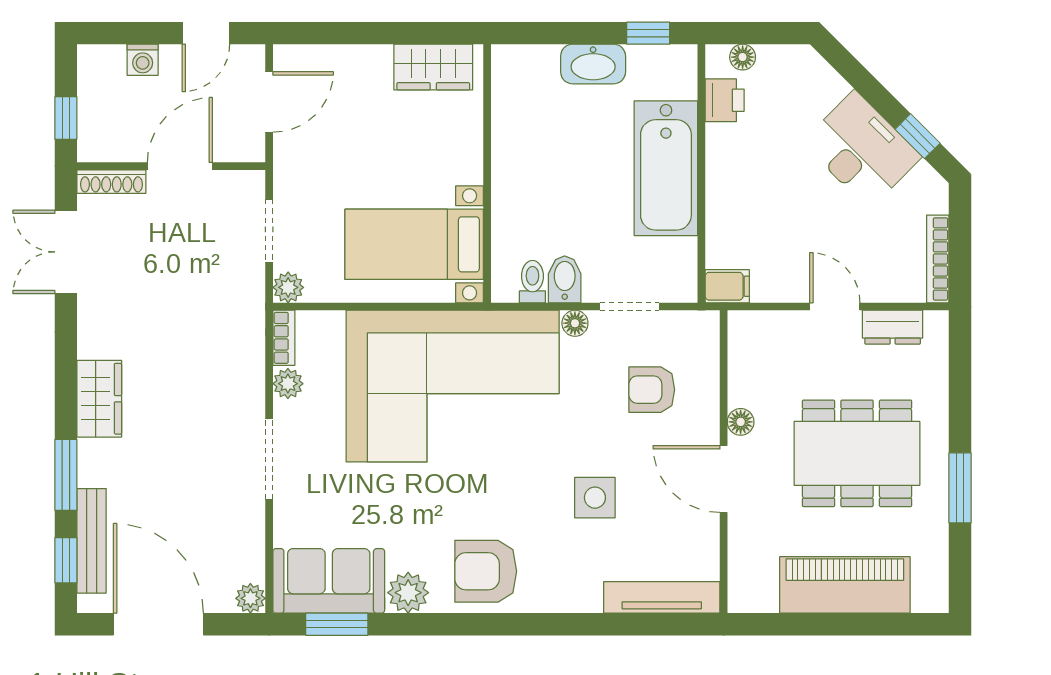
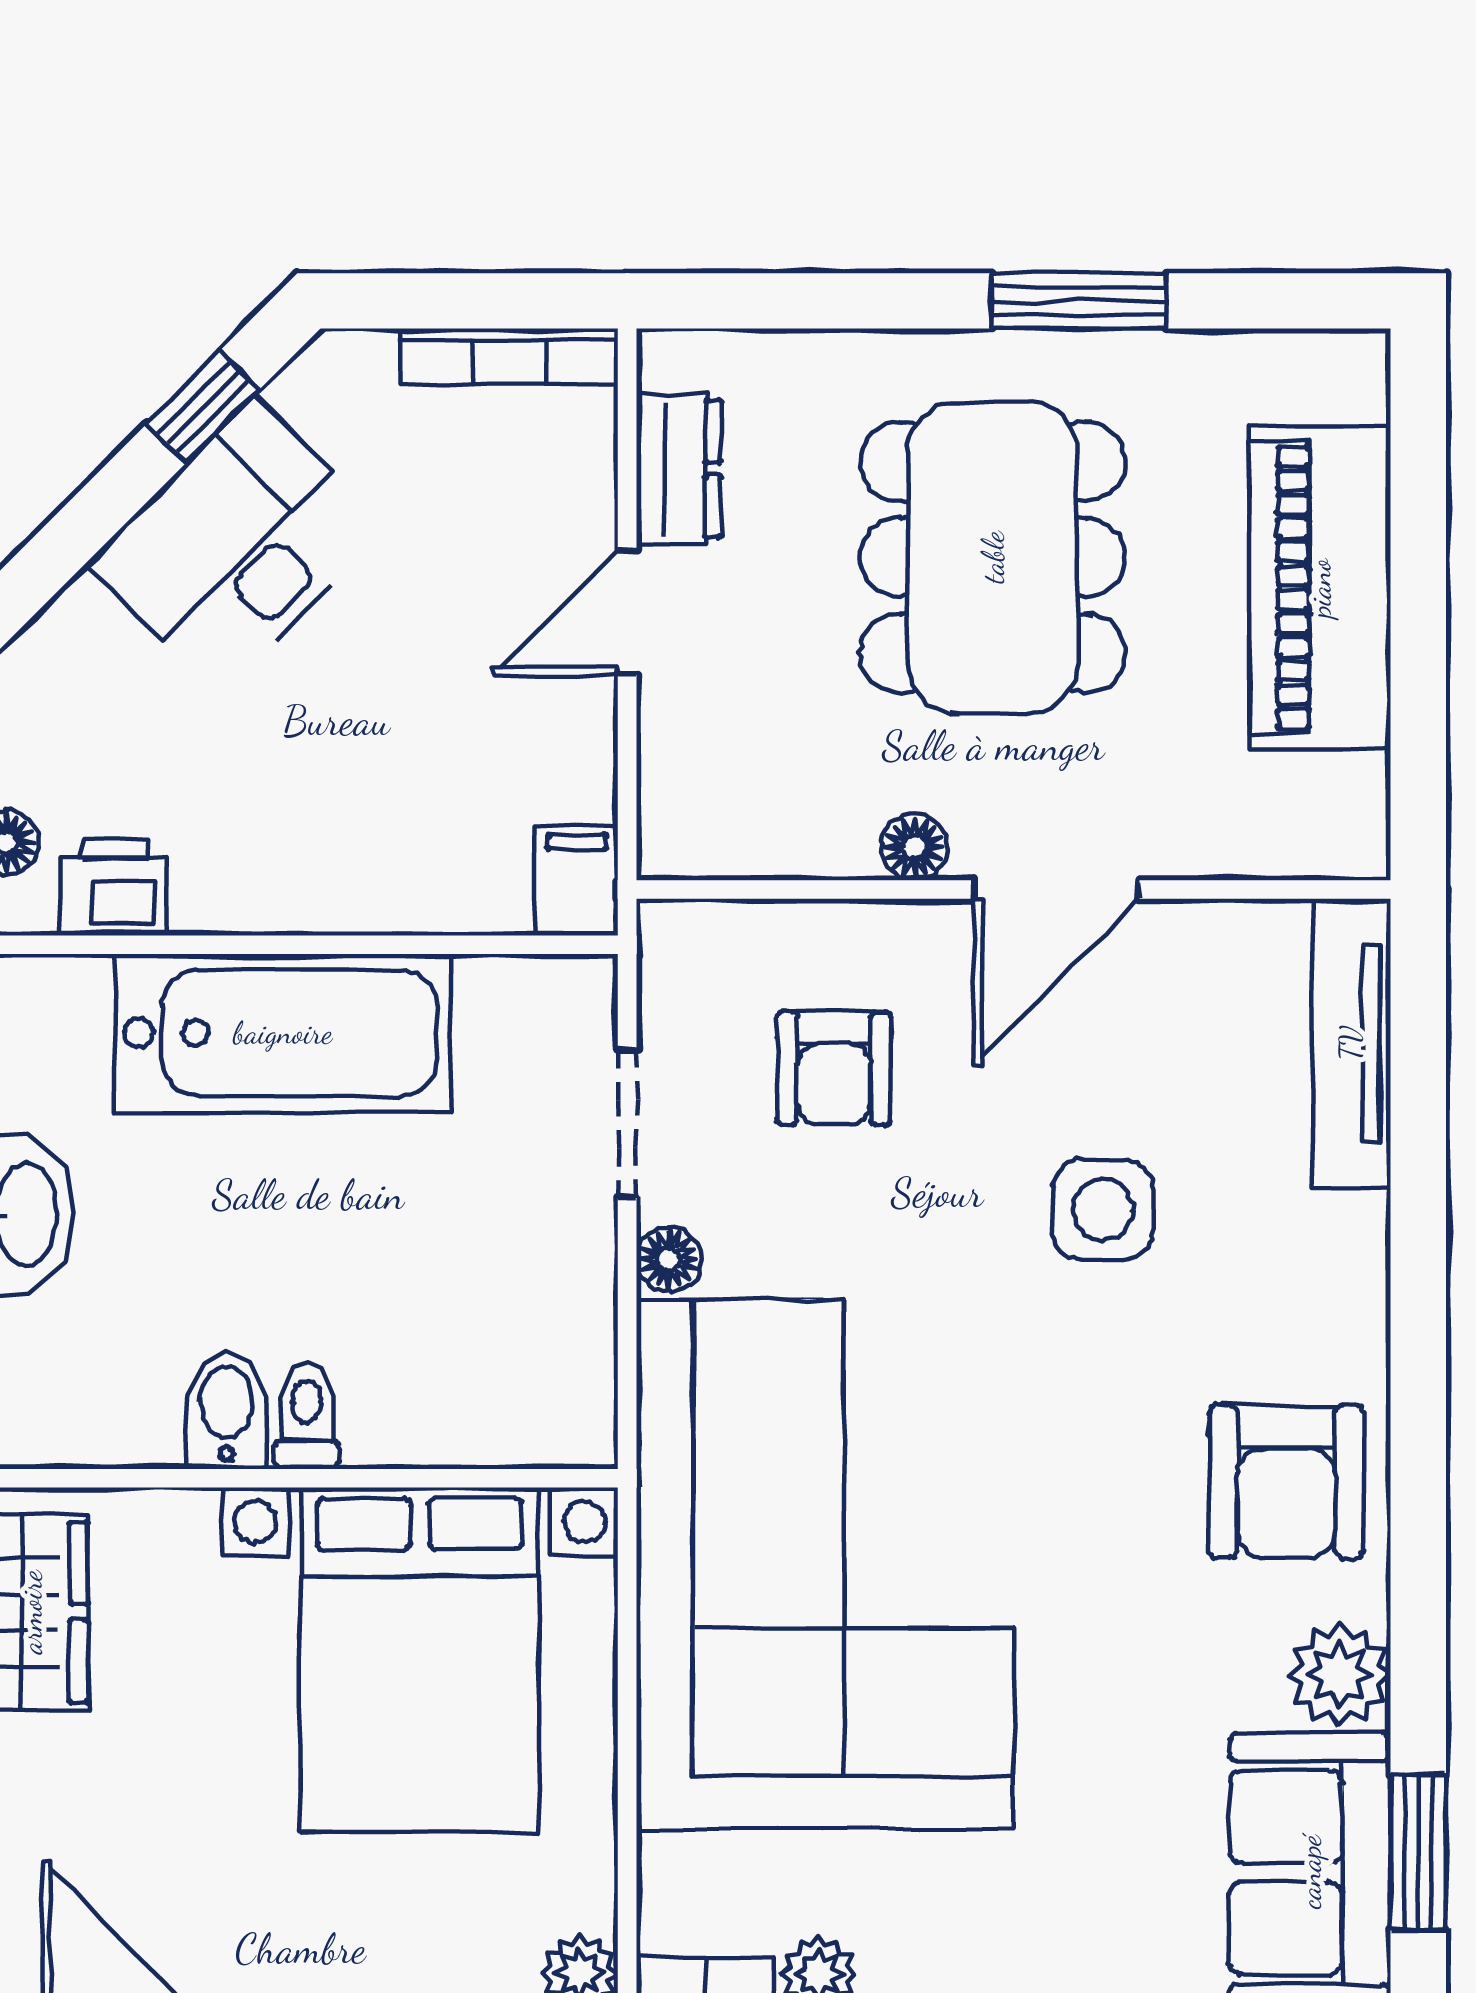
bed with nightstands: (414, 244) -> (420, 1660), width x1.36
bidet: (565, 279) -> (226, 1410), moved, turned 90
toilet: (532, 282) -> (306, 1416), moved, turned 90

